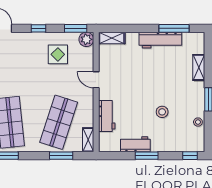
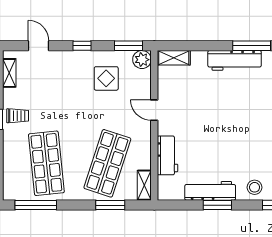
stool: (162, 112) -> (255, 187), moved
workbench: (135, 144) -> (210, 191), width x1.38

